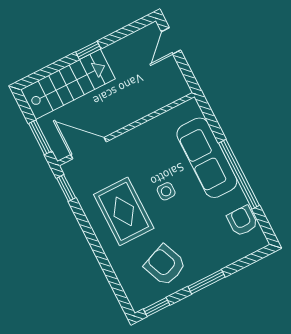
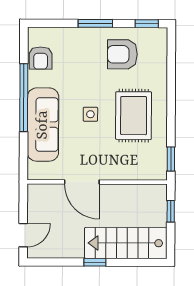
window: (40, 137) -> (171, 211), width x0.67
door: (88, 148) -> (82, 182), moved
armchair: (165, 265) -> (122, 54), turned 112

